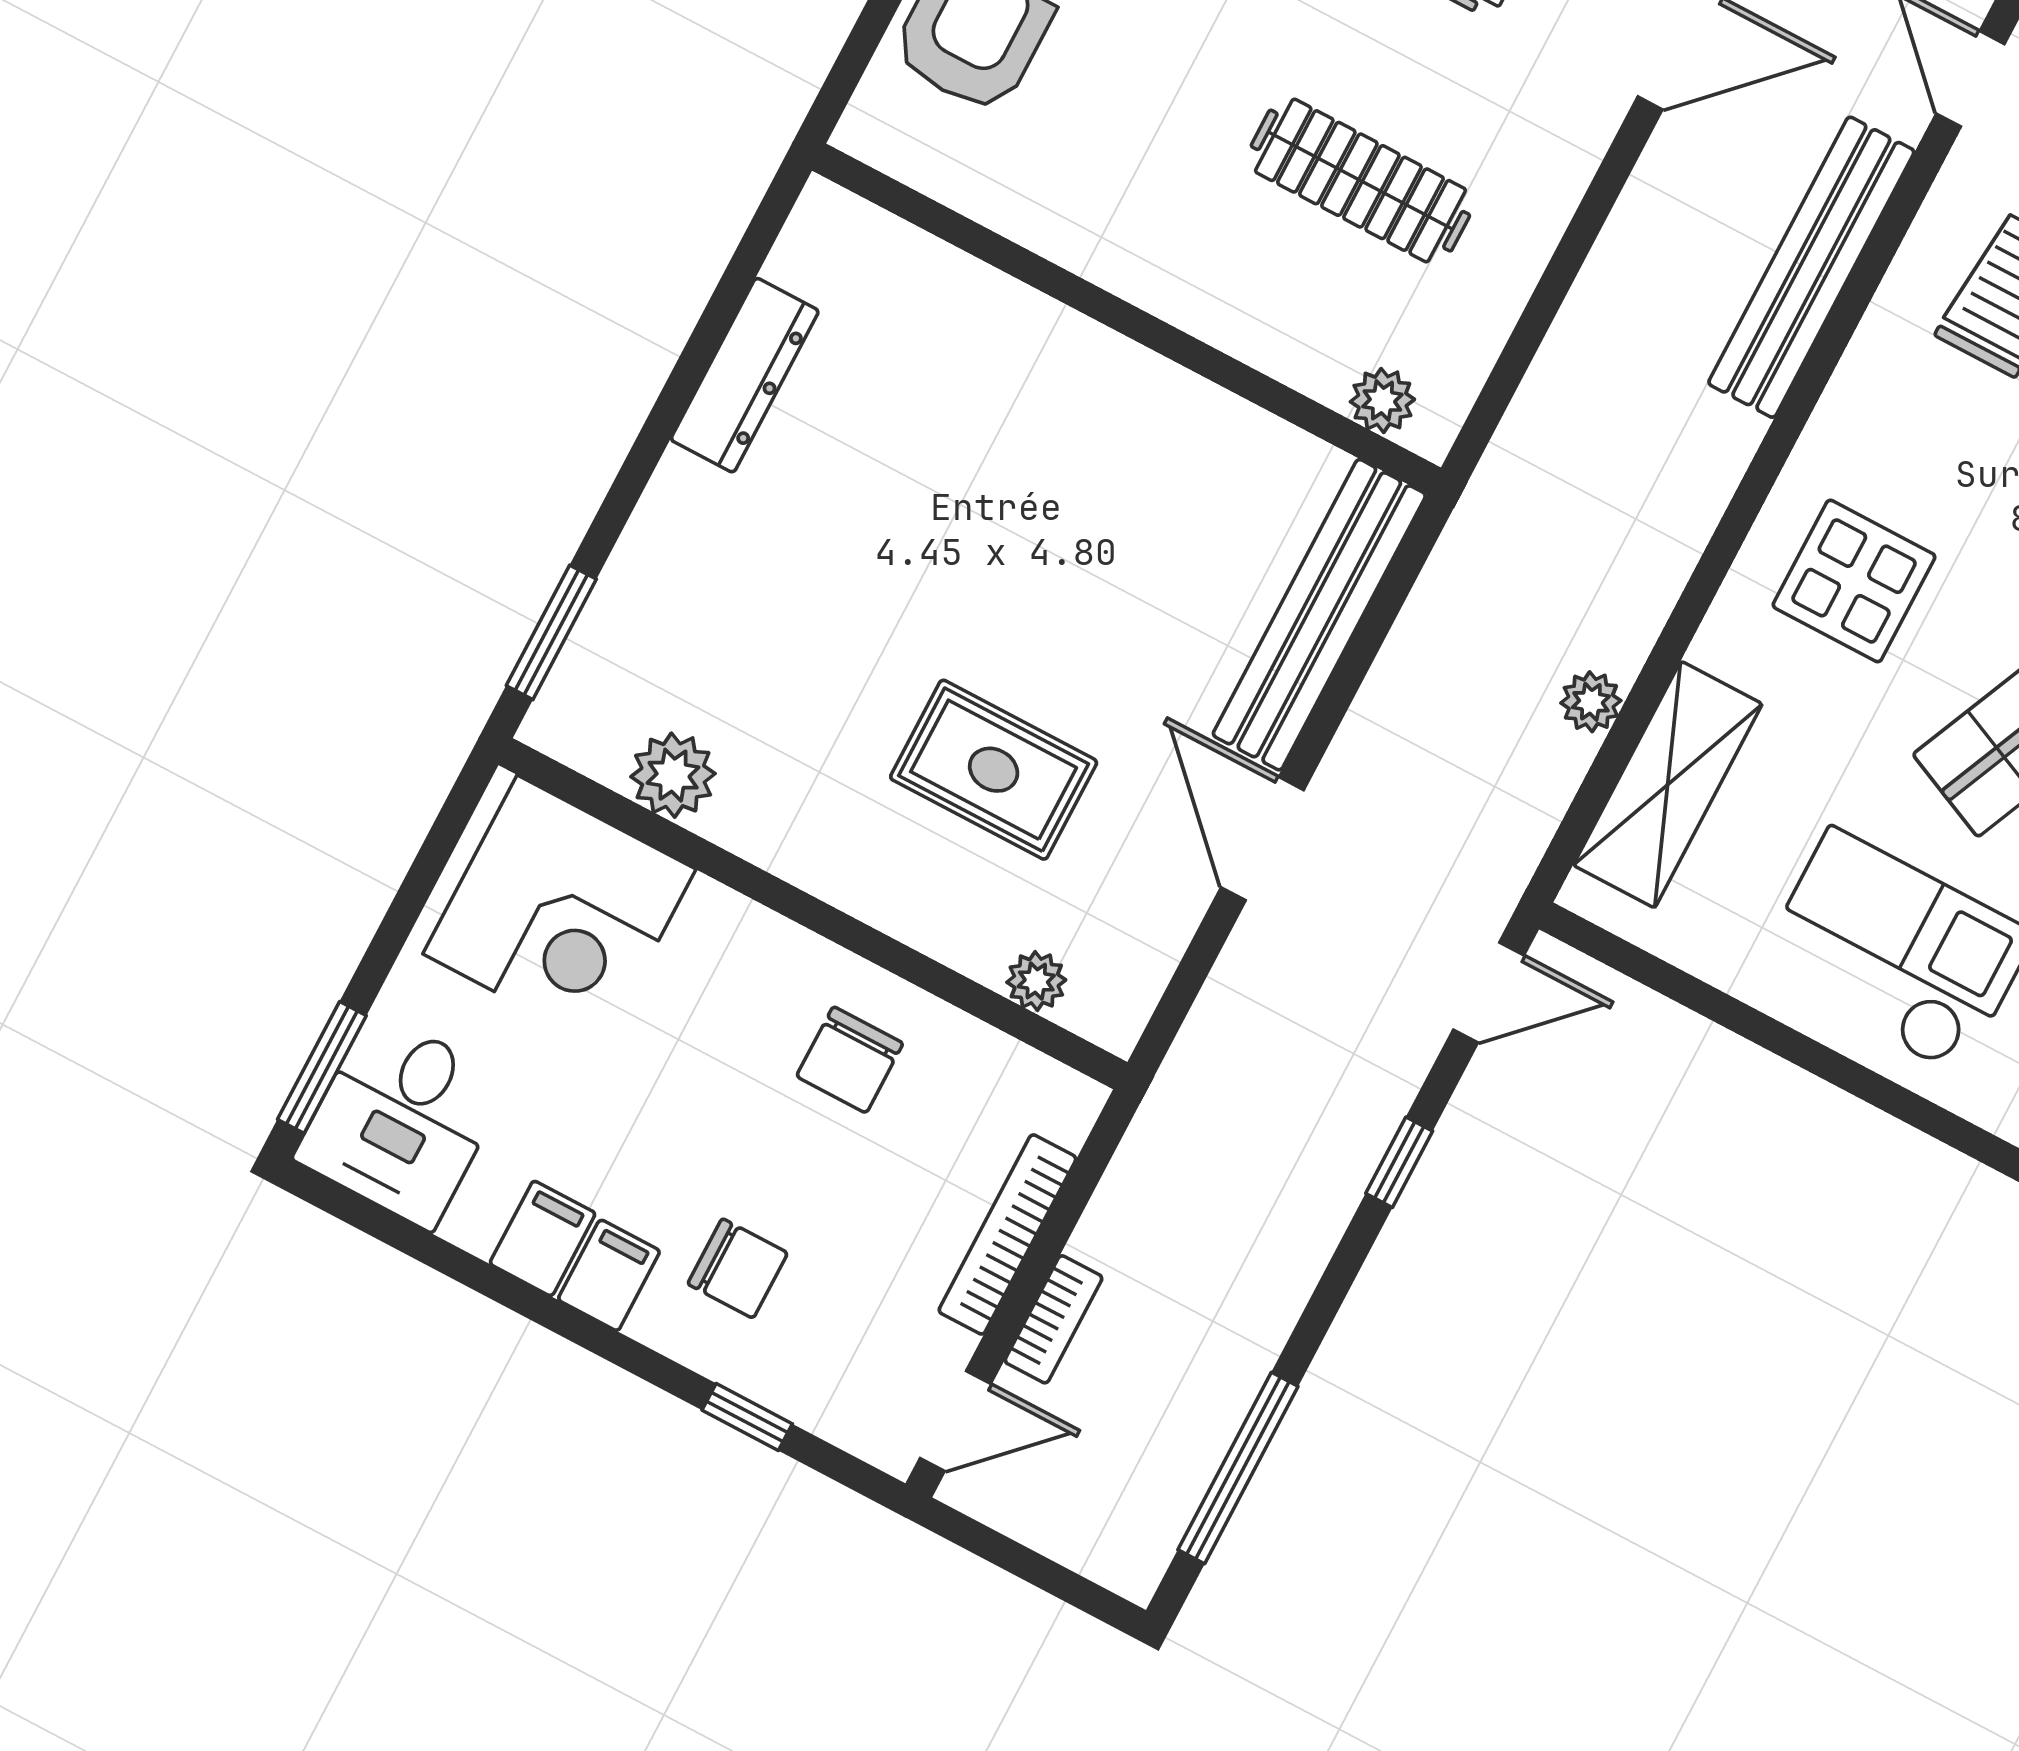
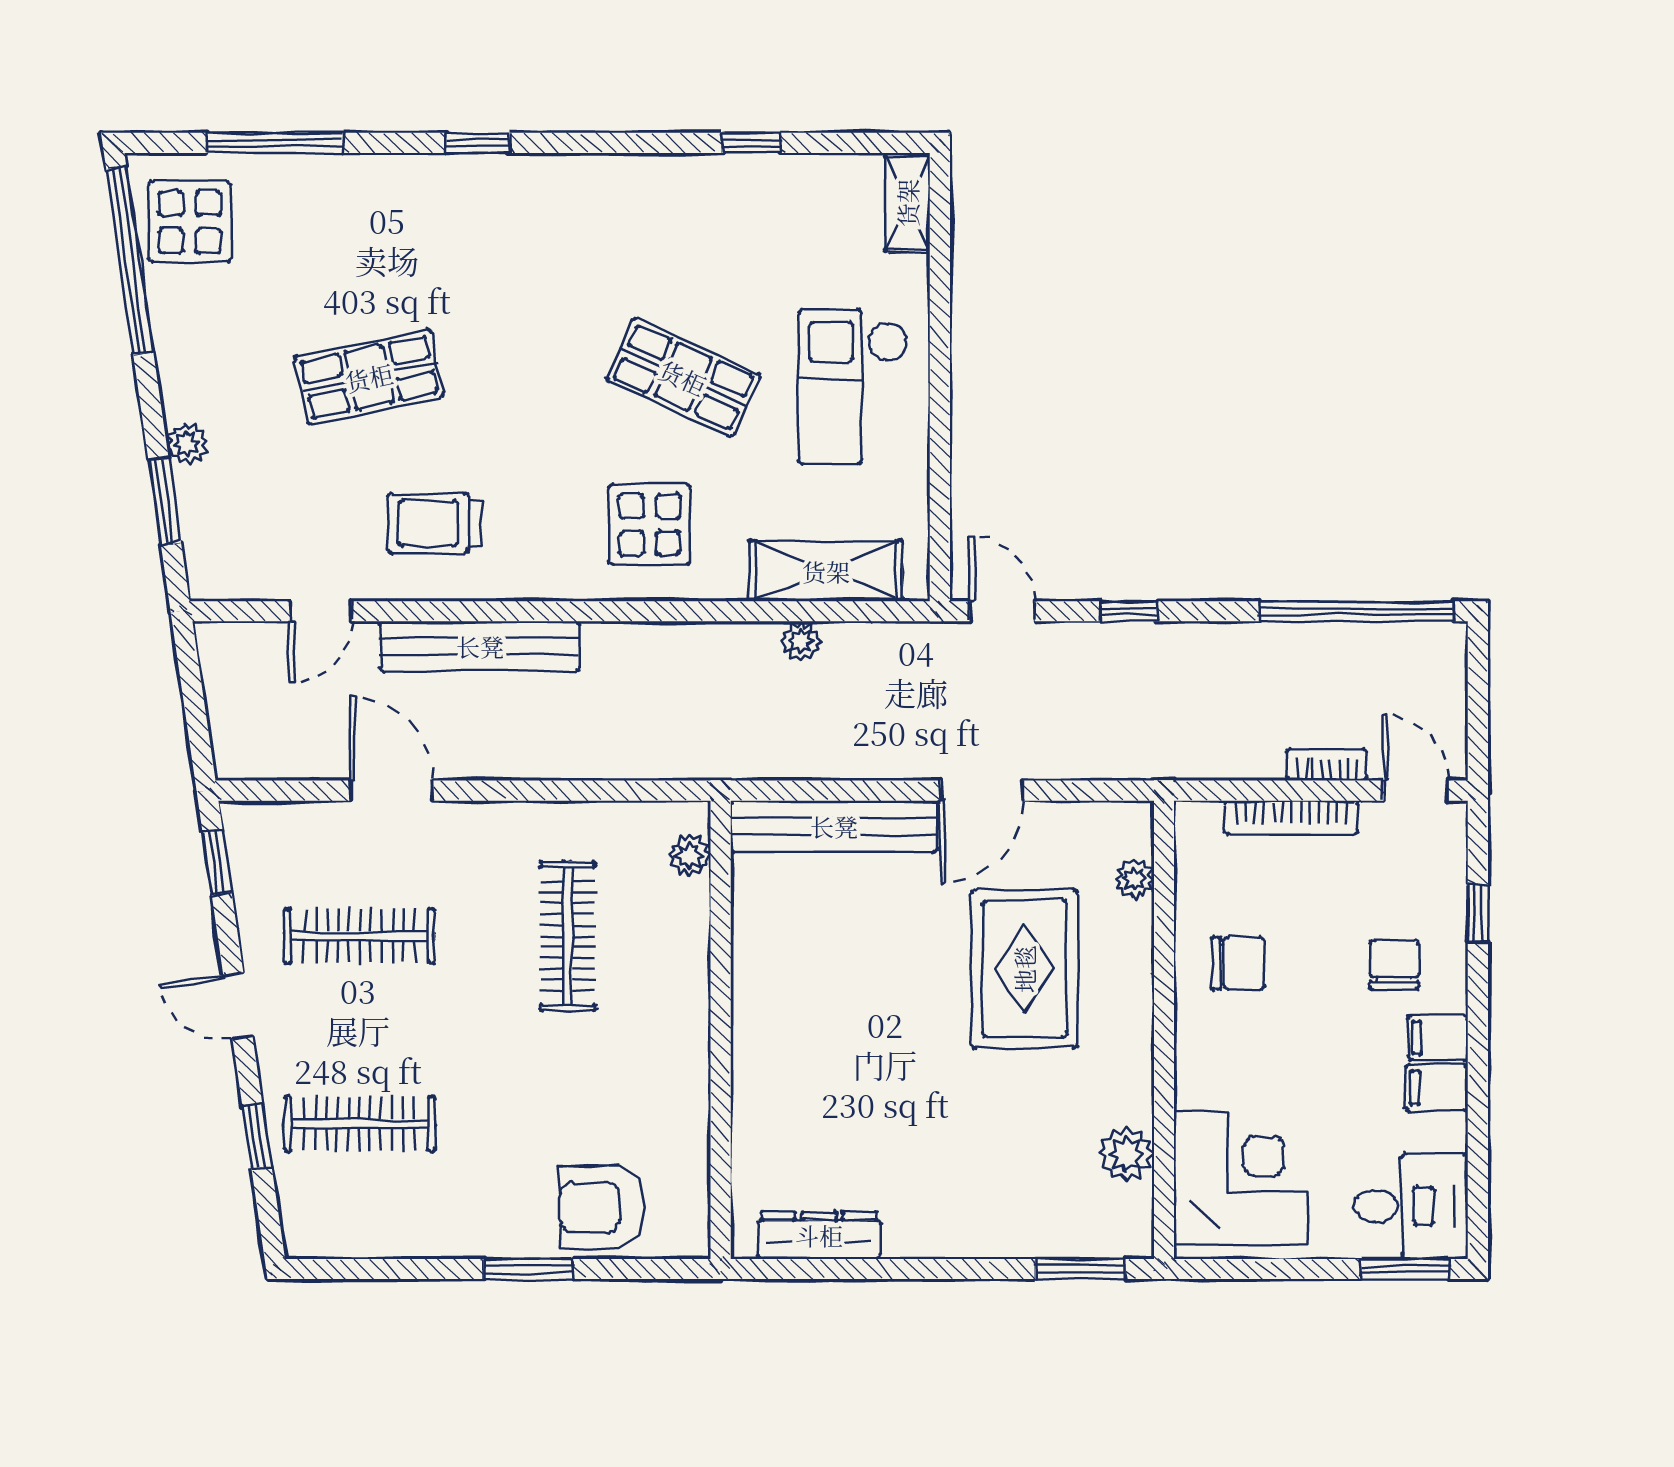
dresser: (745, 375) -> (819, 1235), moved
rug: (994, 770) -> (1024, 969), width x1.36, depth x1.43
window: (1238, 1468) -> (1357, 611), width x1.46

